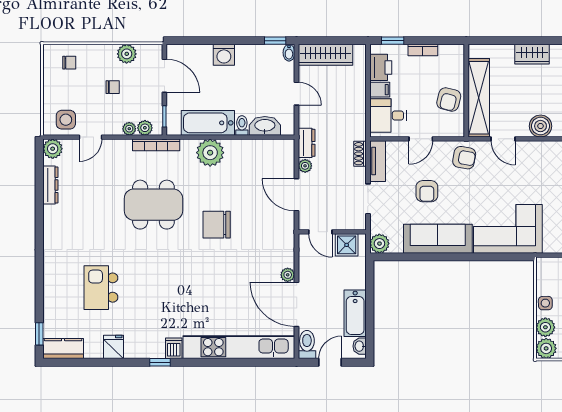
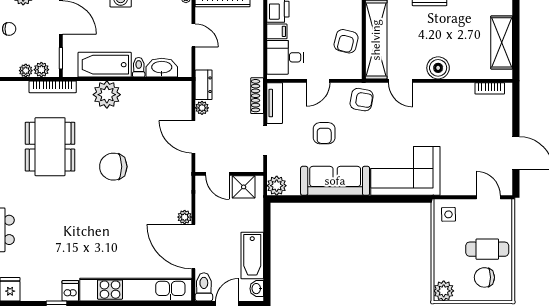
shoe rack: (360, 154) -> (257, 96), width x1.43
dining table: (153, 205) -> (50, 147), turned 90
side table: (545, 303) -> (448, 214), moved
plant: (545, 327) -> (443, 270), removed

